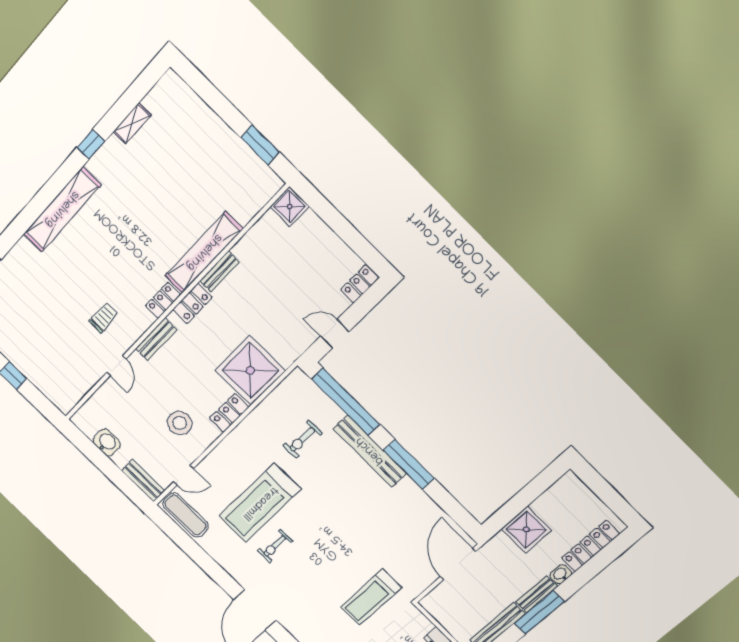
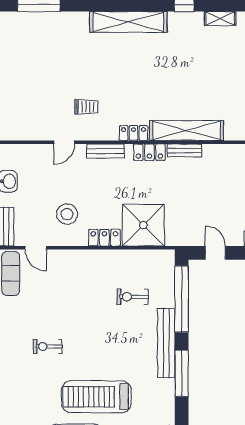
treadmill: (260, 503) -> (96, 397), moved

